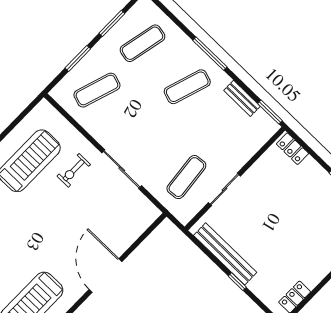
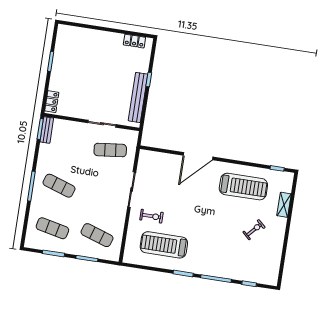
bench: (242, 98) -> (47, 130), moved

